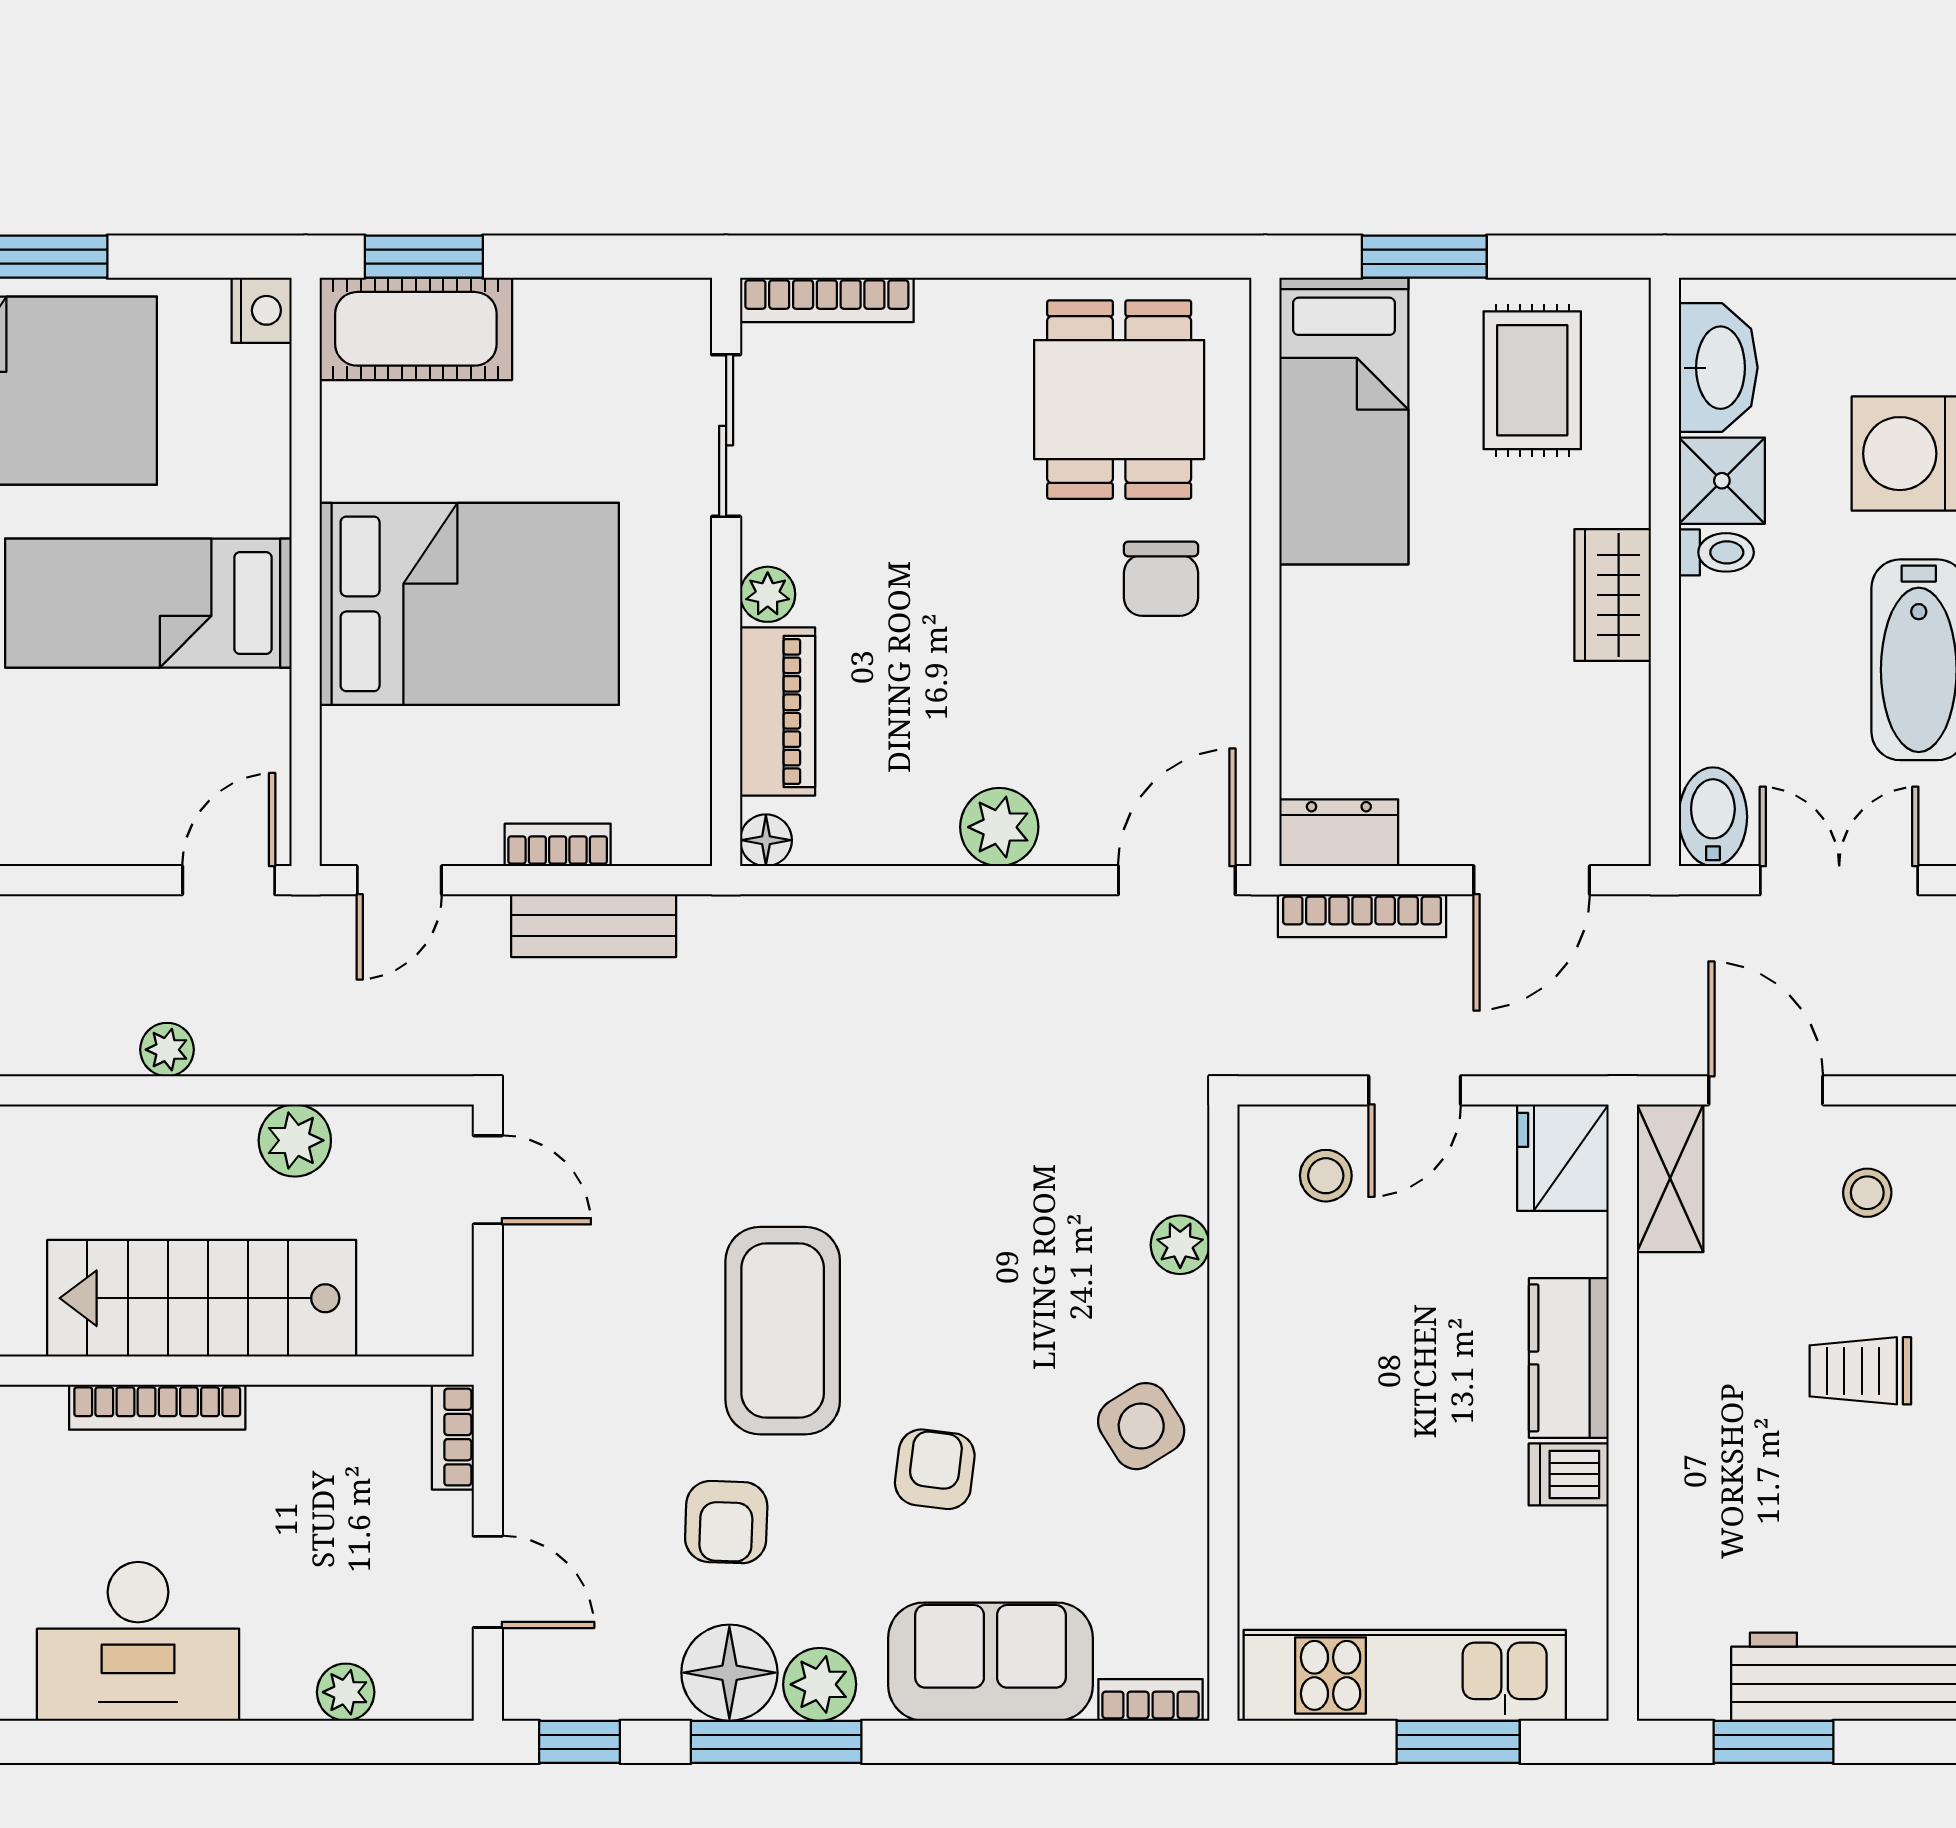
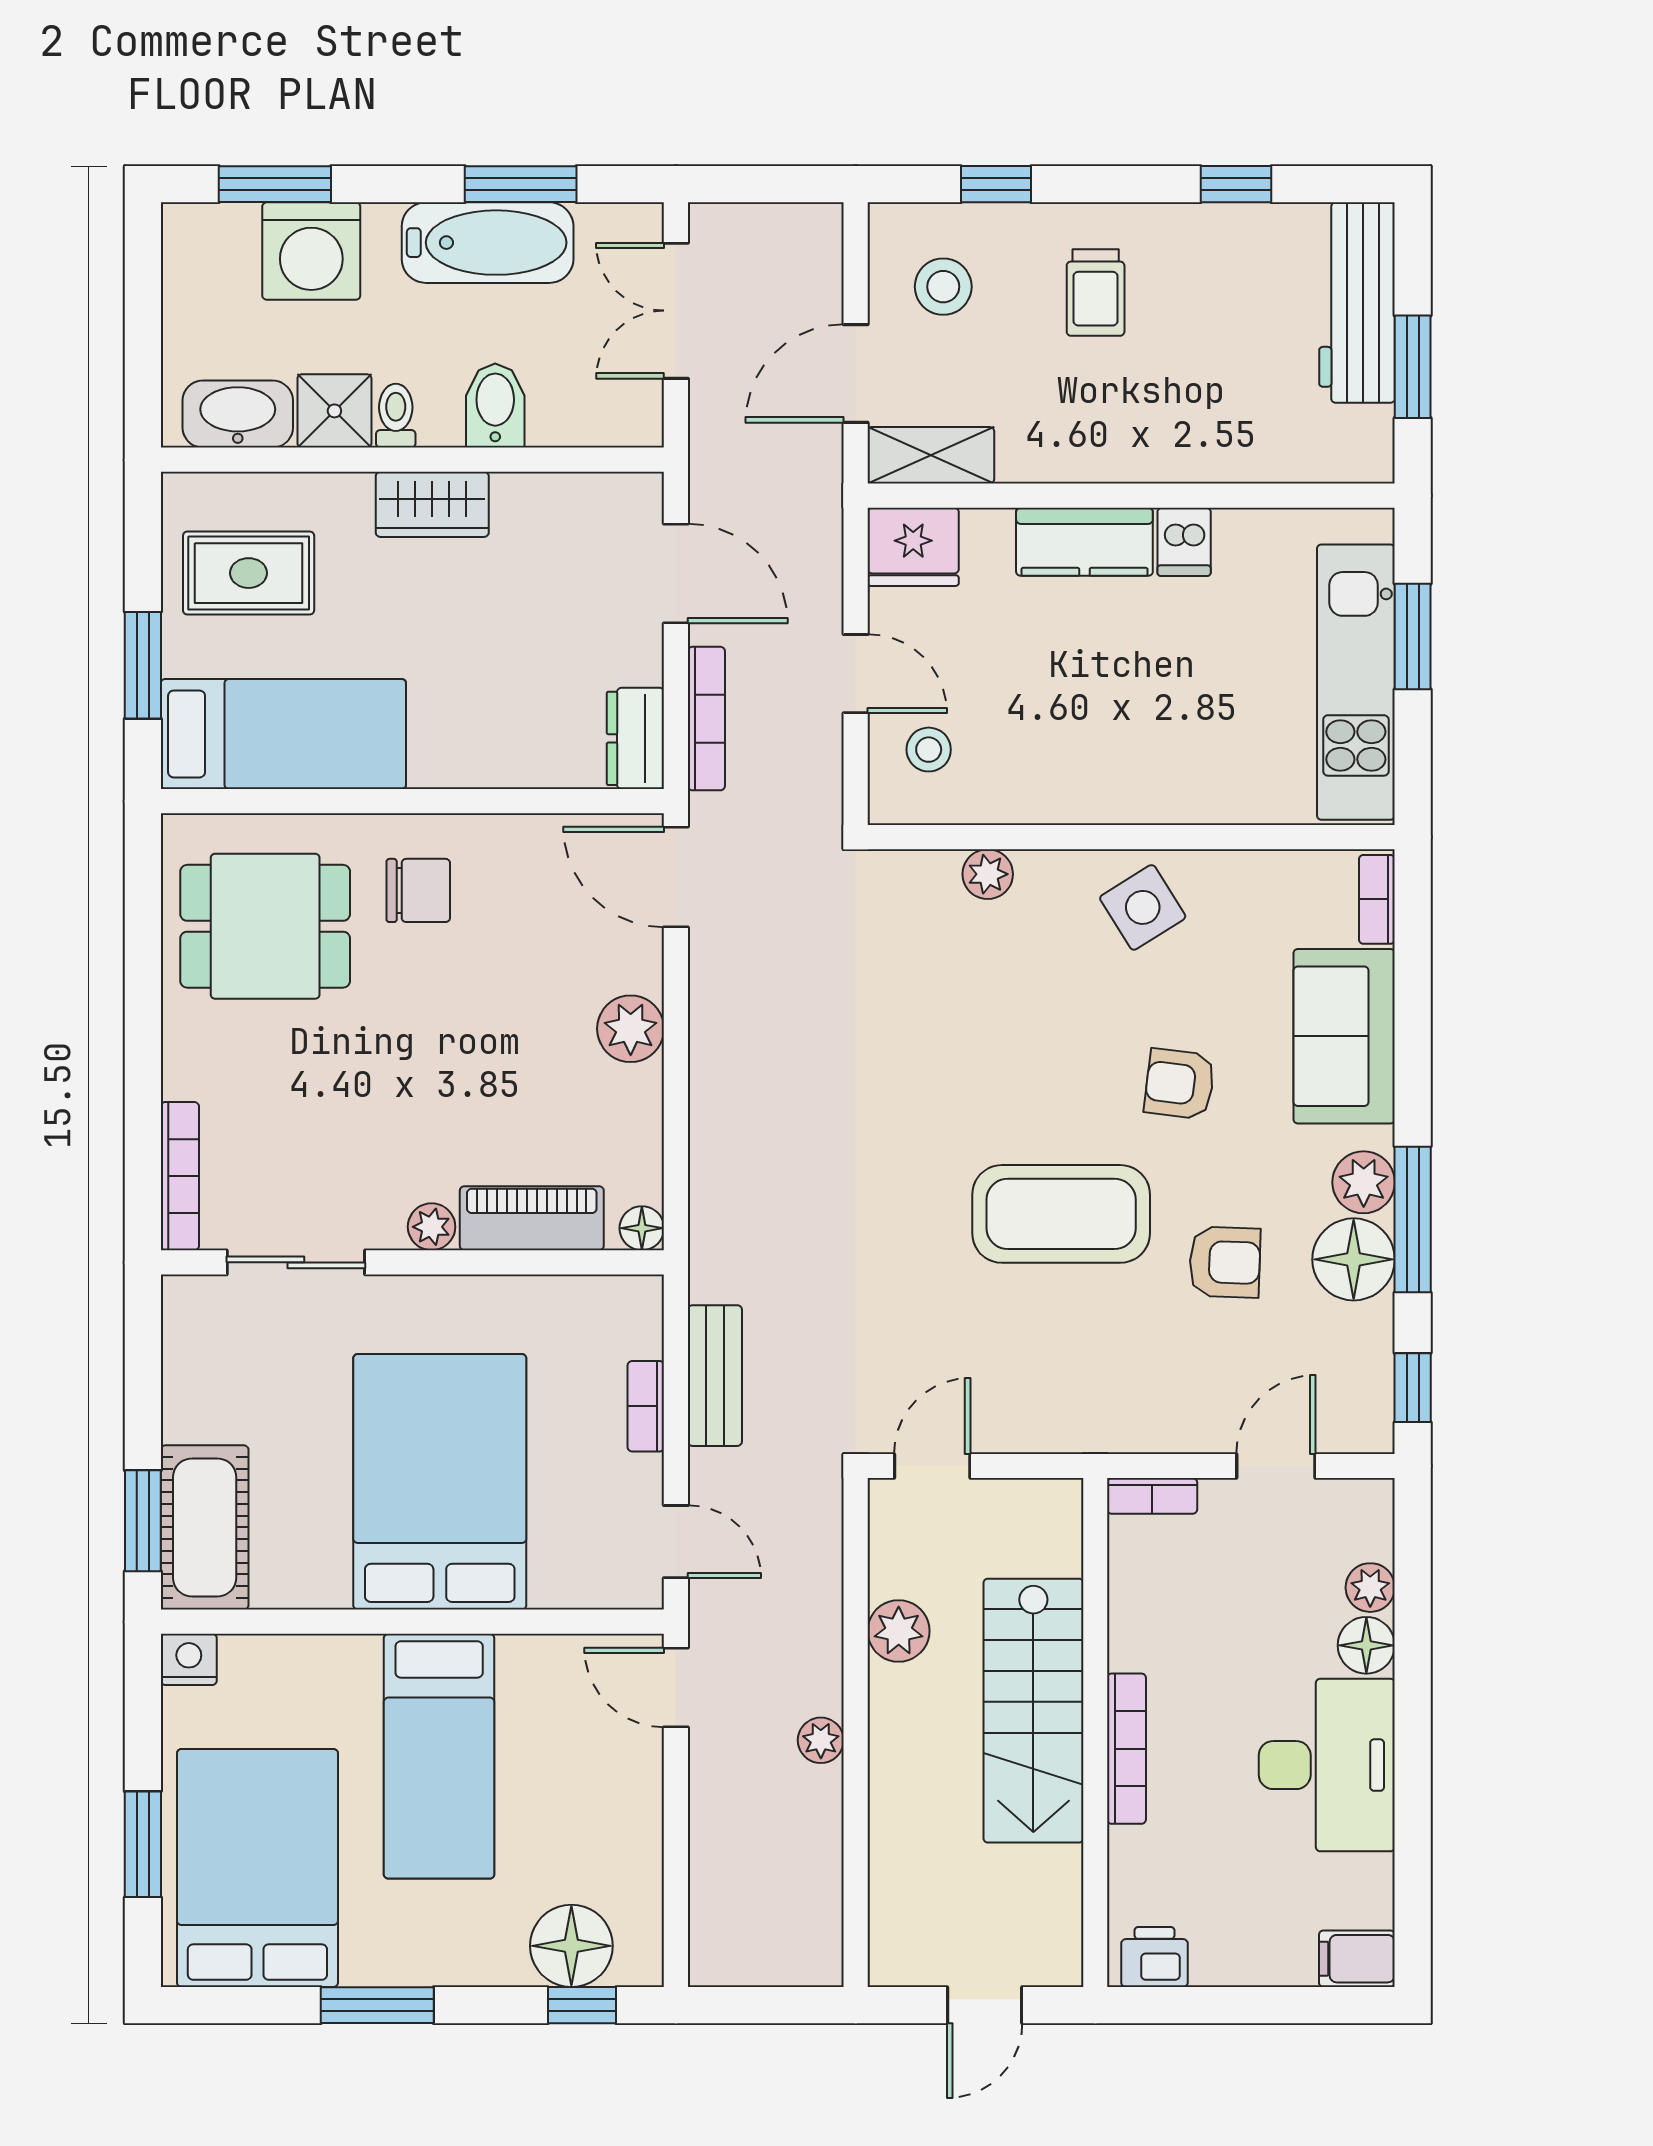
bidet: (1713, 817) -> (495, 406), moved, turned 90
stool: (1867, 1193) -> (943, 287), width x1.37, depth x1.37
floor lamp: (278, 1688) -> (1366, 1645), added

